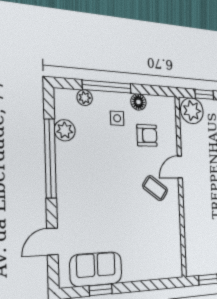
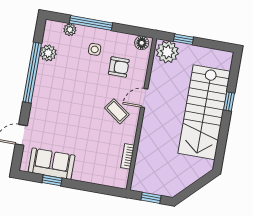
floor lamp: (138, 102) -> (142, 43), moved
bookcase: (176, 238) -> (127, 156), added

